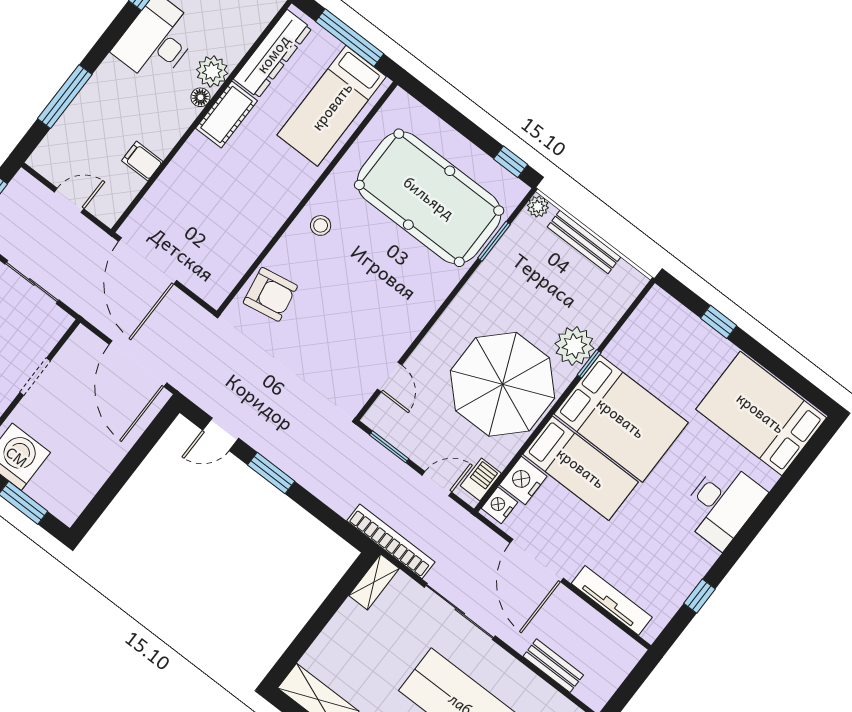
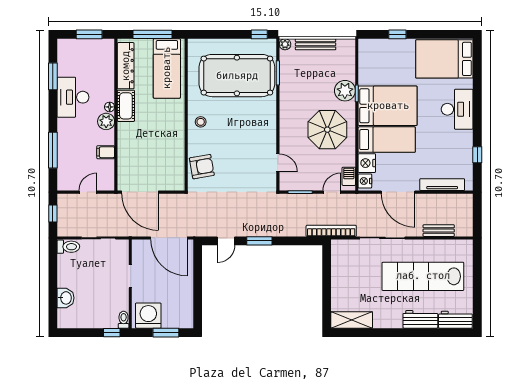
plant: (212, 71) -> (106, 121), moved
parasol: (503, 384) -> (327, 130), width x0.73, depth x0.73
shelving: (374, 582) -> (337, 253), removed

